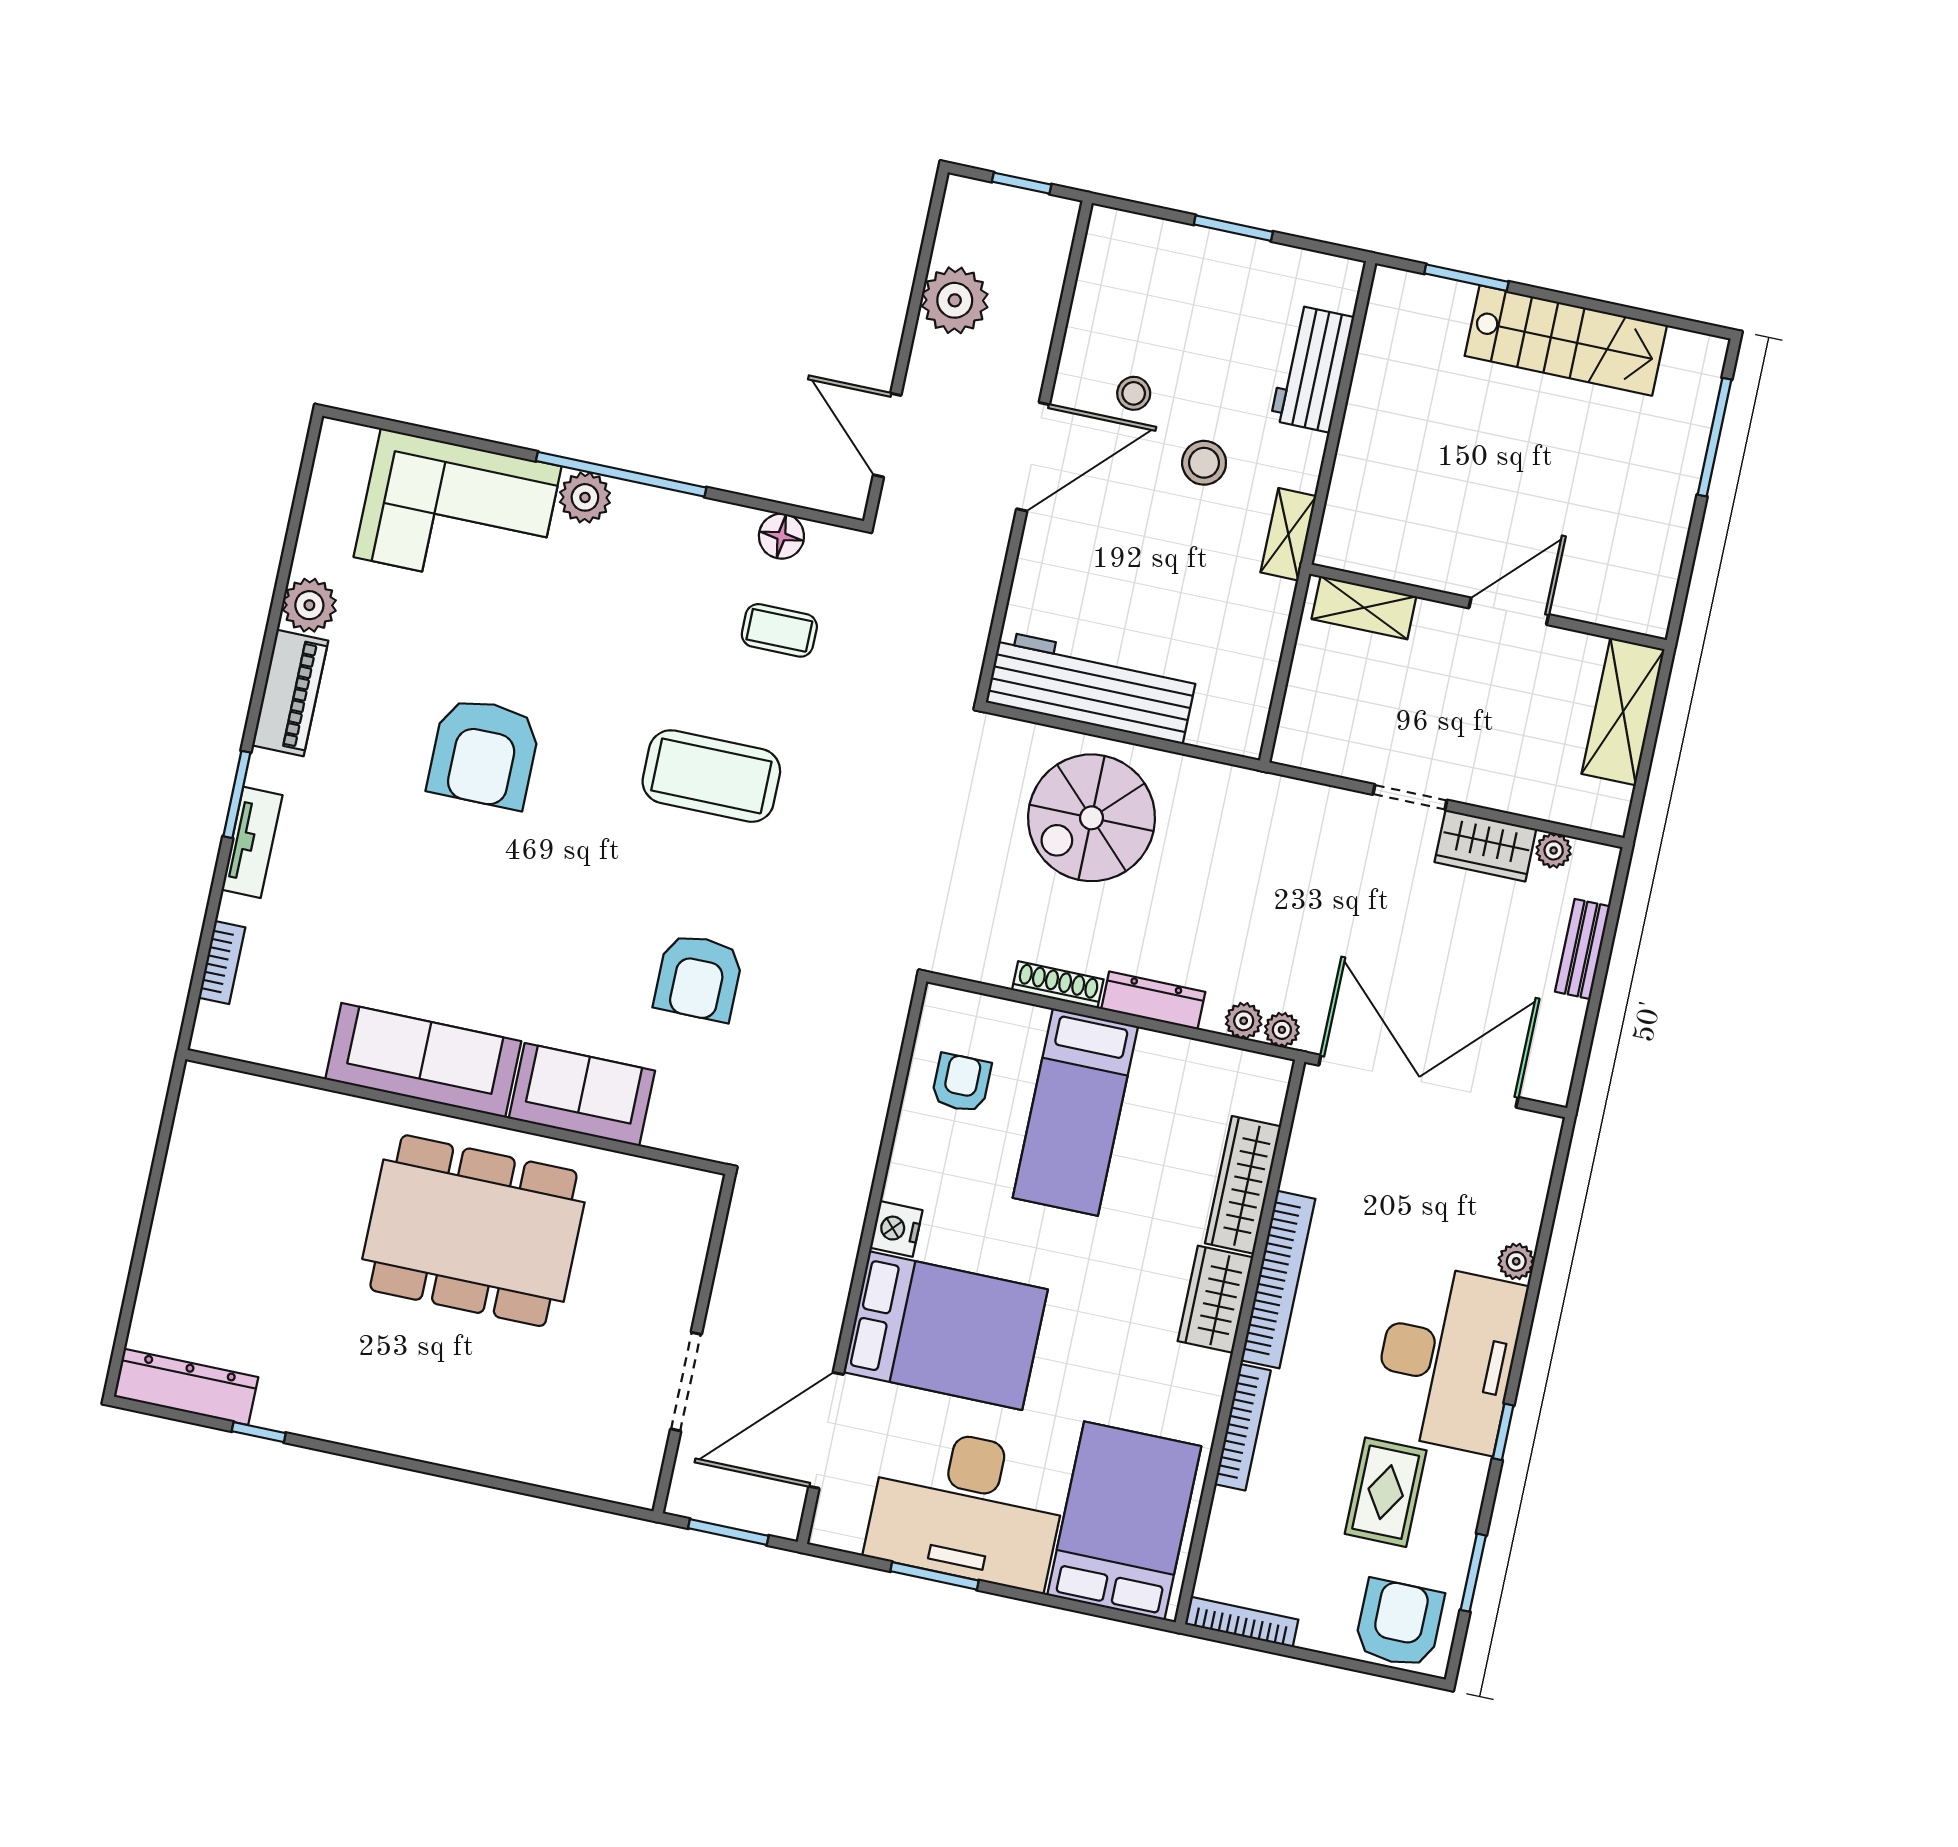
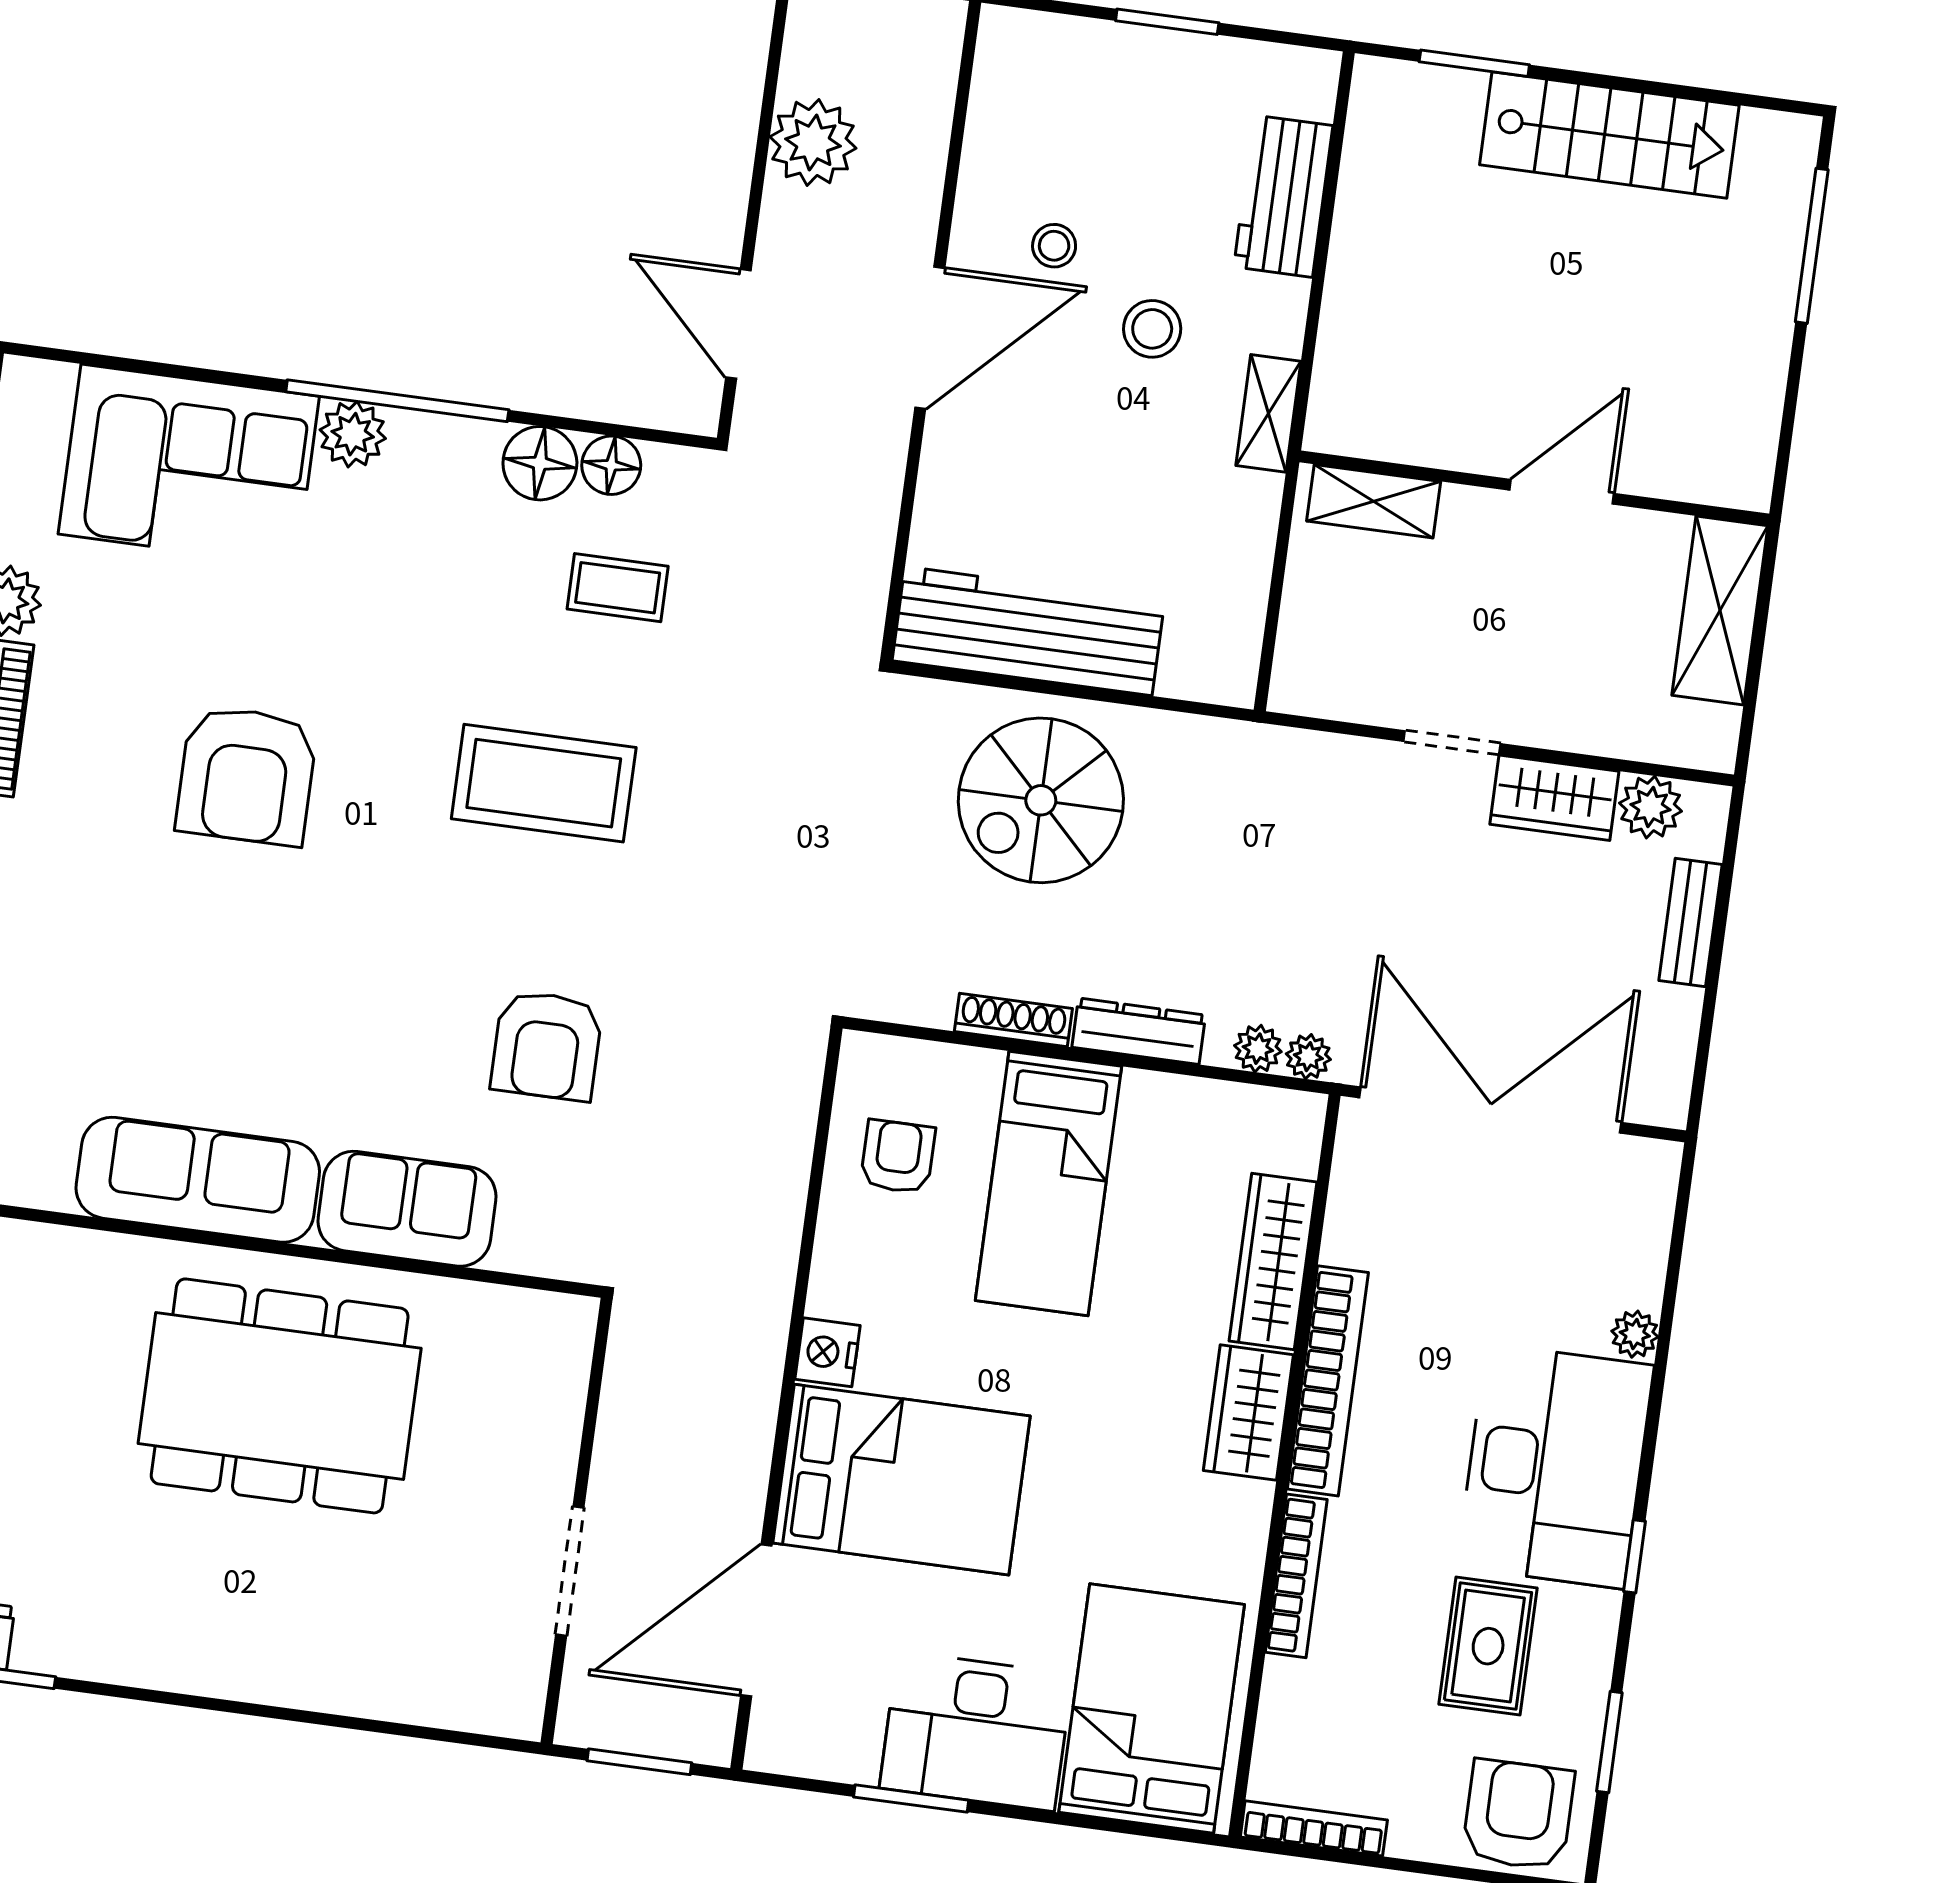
floor lamp: (727, 530) -> (540, 463), added
plant: (1554, 850) -> (1651, 807), width x1.38, depth x1.38
desk: (967, 1507) -> (976, 1731), width x0.73, depth x0.77

